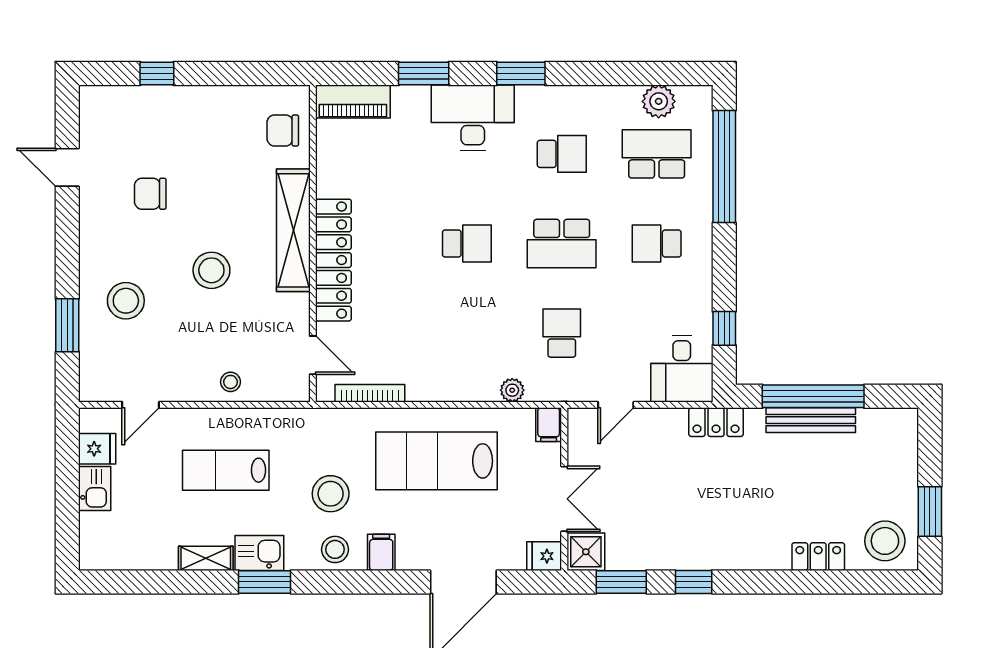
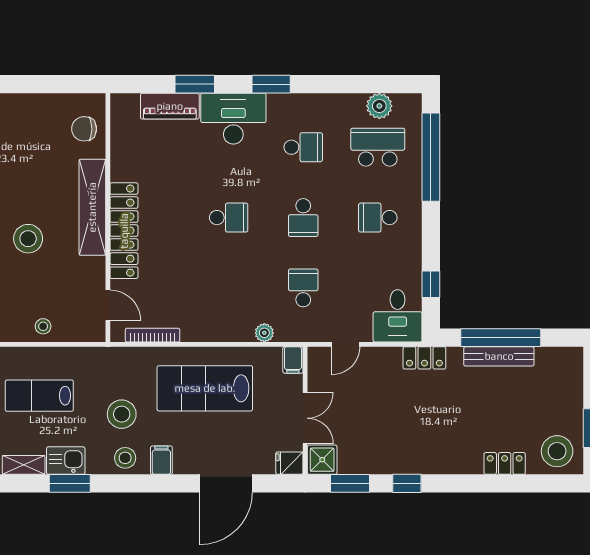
piano: (353, 102) -> (170, 106), moved
school desk: (562, 243) -> (303, 218), width x0.54

